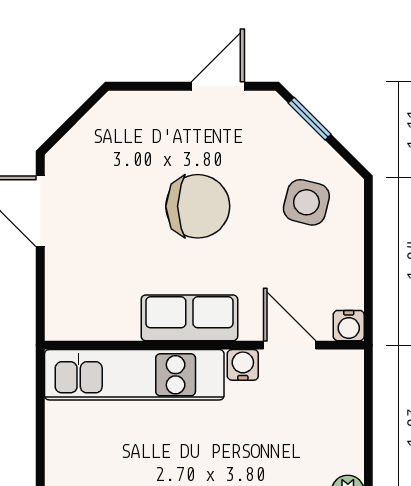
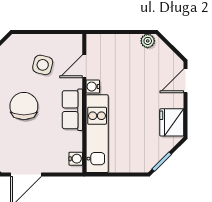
side table: (306, 202) -> (43, 65), moved
water cooler: (349, 326) -> (76, 159), moved

